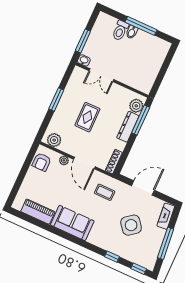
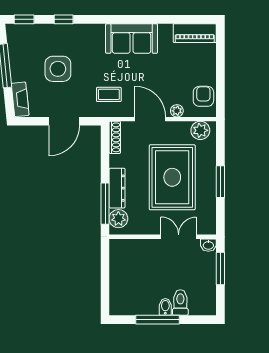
rug: (87, 117) -> (172, 177), width x1.86, depth x2.06
piano: (38, 212) -> (195, 33), moved
side table: (131, 225) -> (58, 69), turned 38

